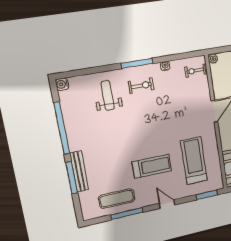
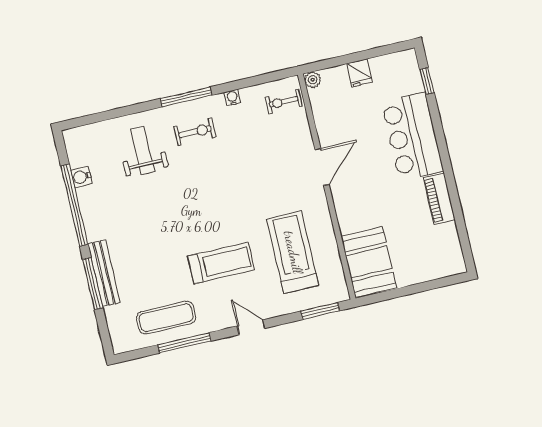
water cooler: (62, 84) -> (81, 177), moved

